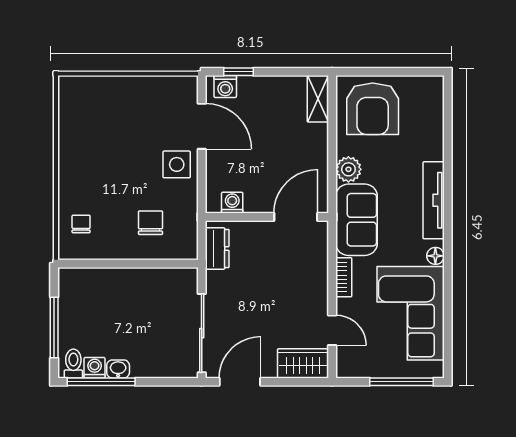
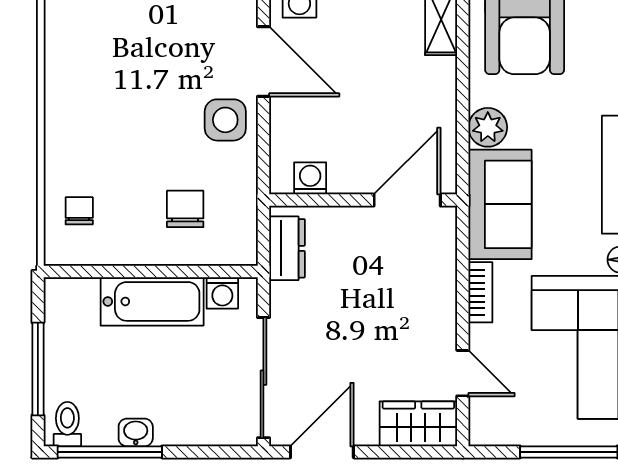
bathtub: (129, 283) -> (152, 301), added
washing machine: (95, 368) -> (222, 293), moved, turned 180

